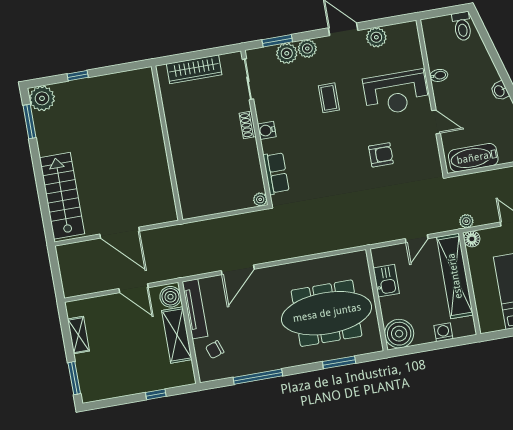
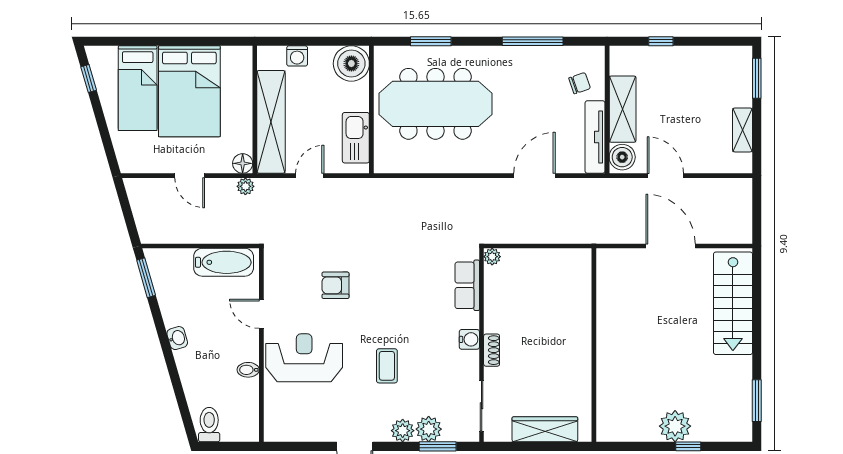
plant: (376, 37) -> (316, 430), removed
plant: (42, 98) -> (675, 426), moved
kitchen sink: (386, 281) -> (356, 138), width x1.38

